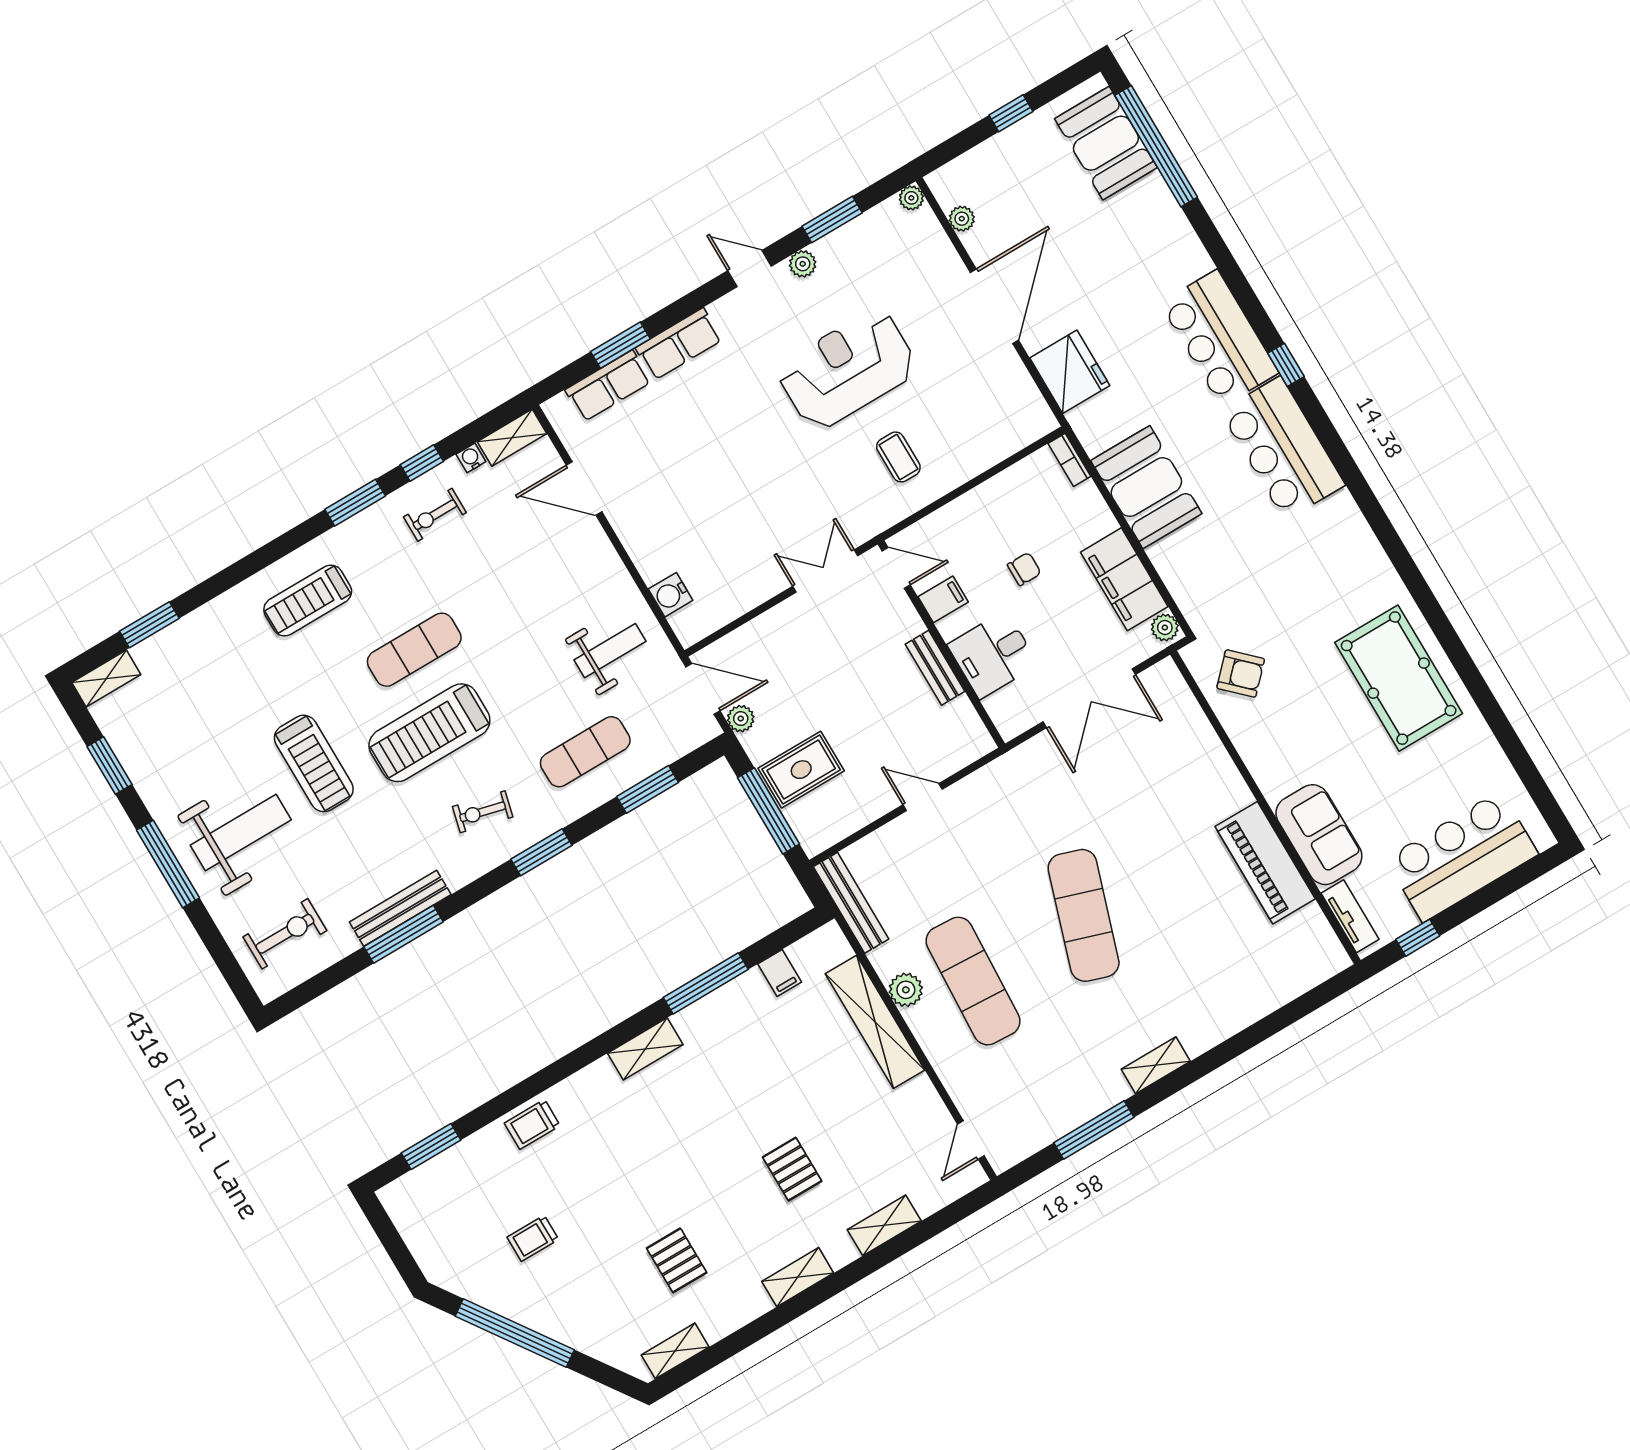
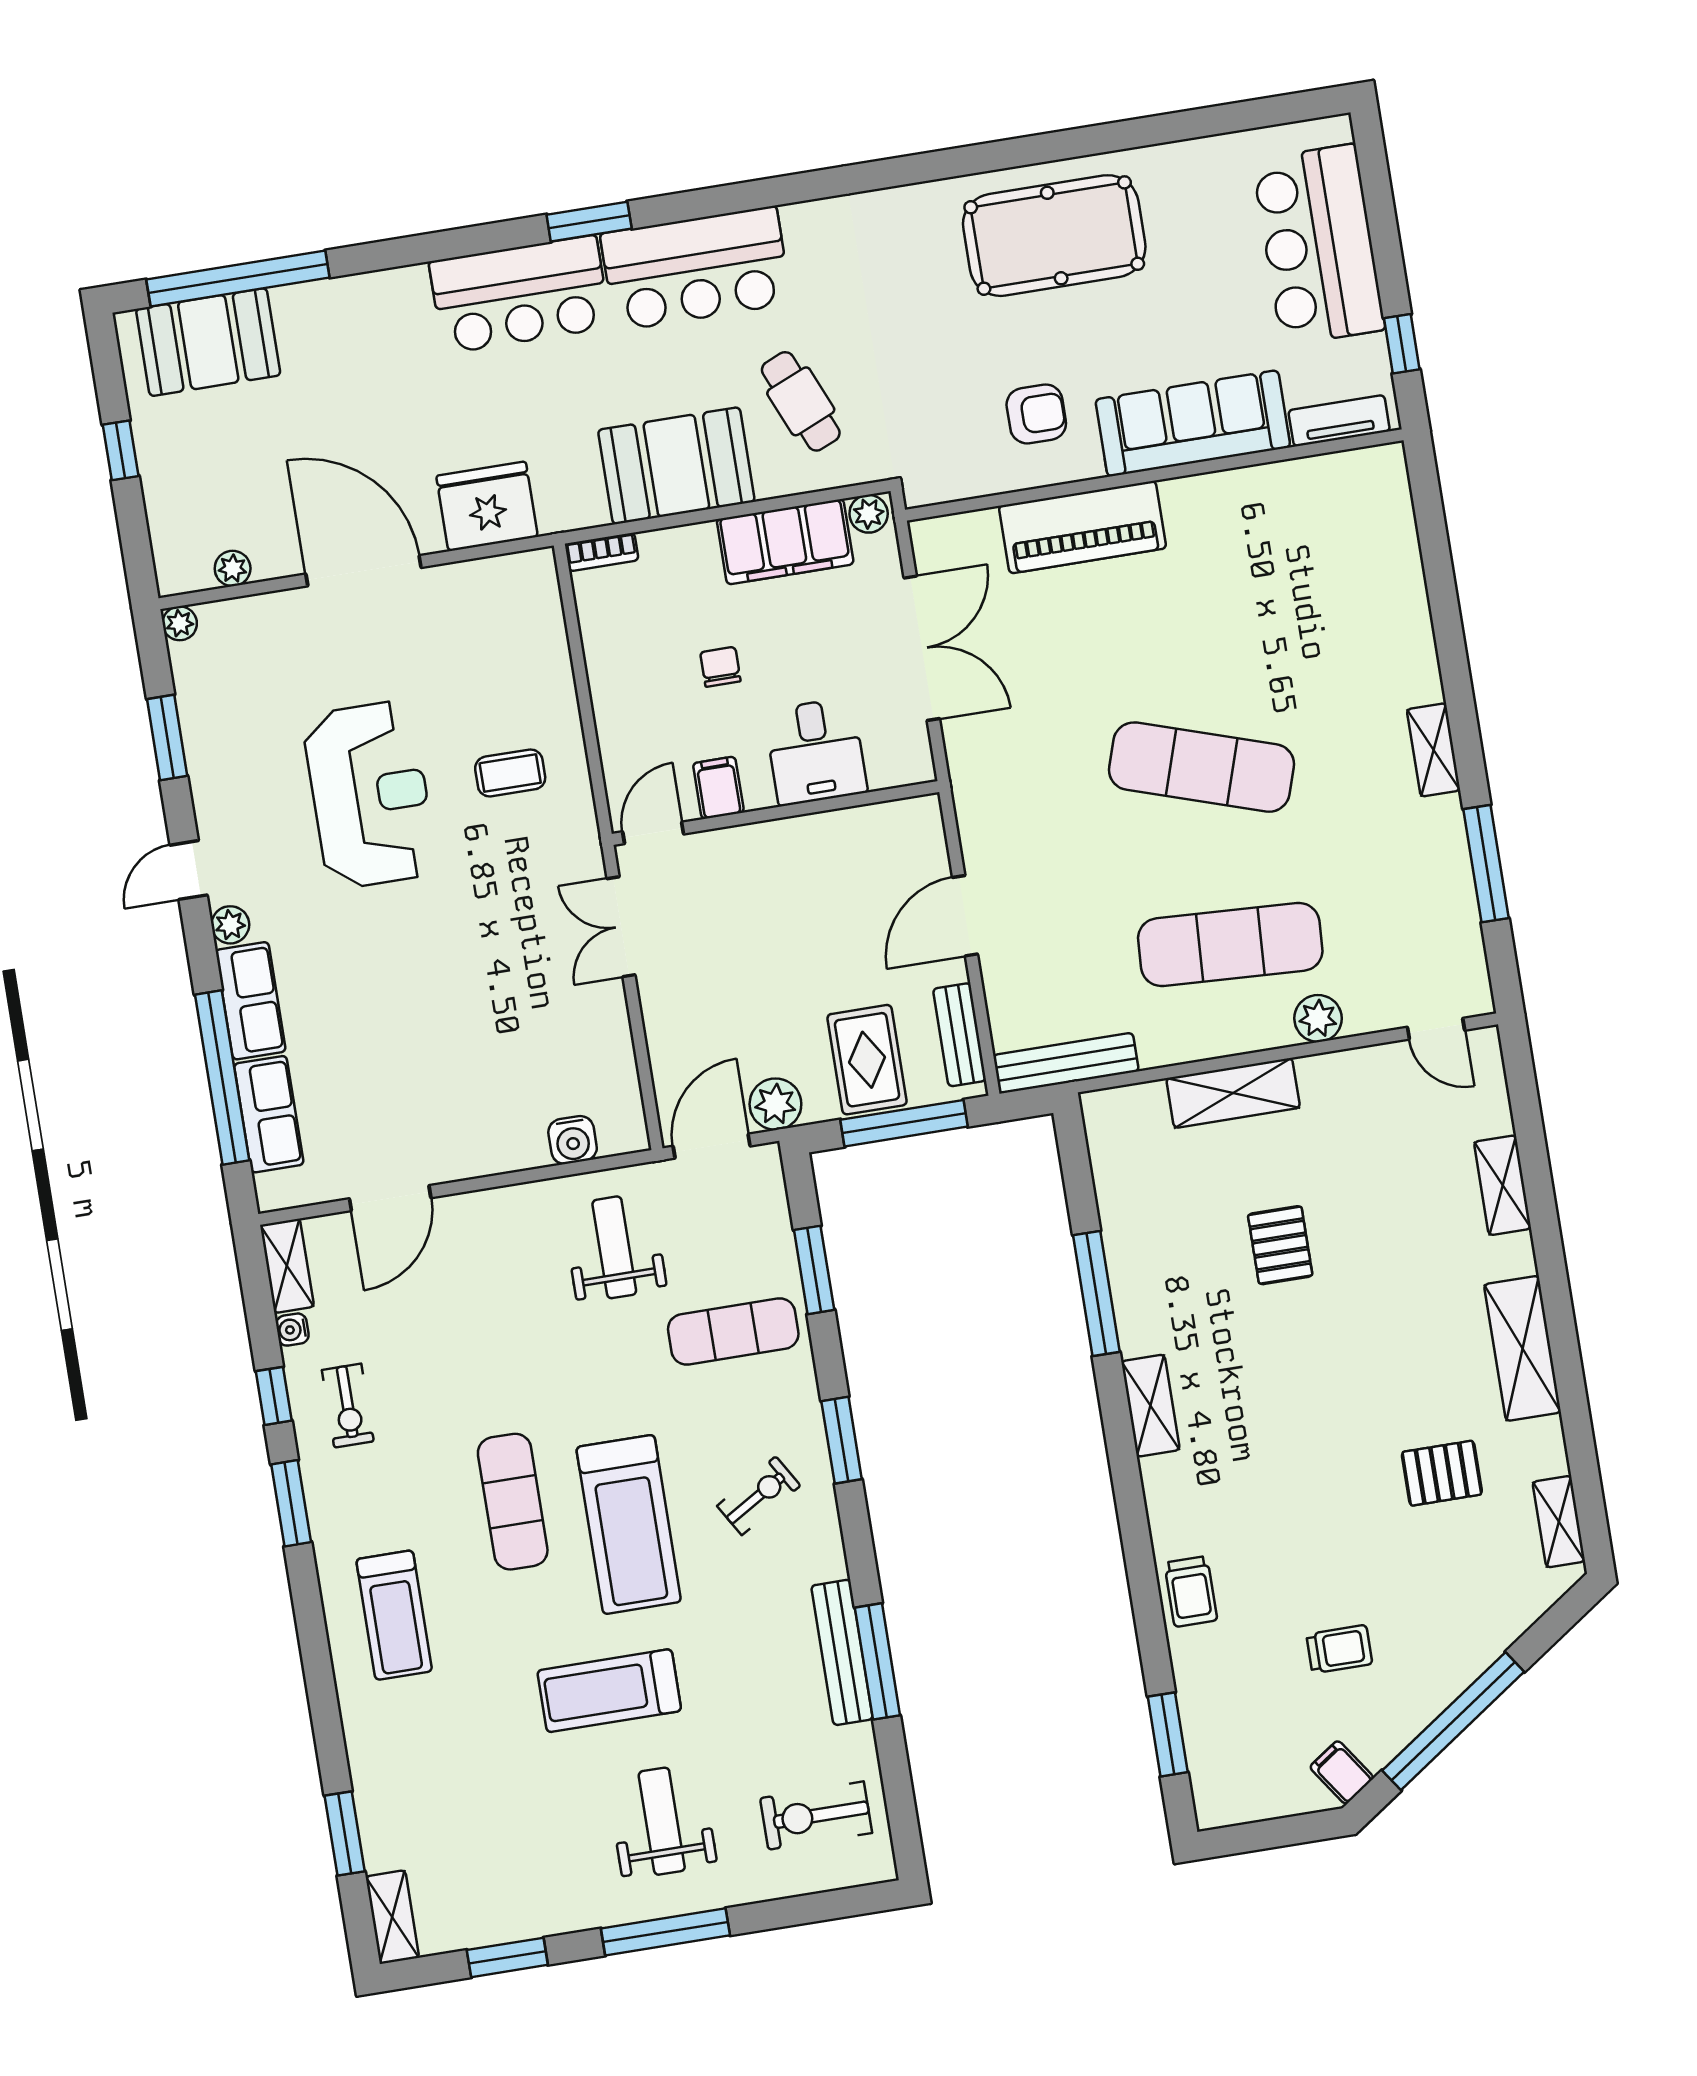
plant: (803, 264) -> (230, 925), moved
window: (620, 345) -> (222, 1077), width x2.11
window: (1286, 365) -> (589, 222), width x1.50
reception desk: (847, 369) -> (370, 795), turned 180
cafe table: (1222, 553) -> (801, 401), added
bench: (935, 668) -> (960, 1035), moved, turned 90
armchair: (1241, 674) -> (1036, 414), moved, turned 46
plant: (741, 719) -> (775, 1104), width x1.38, depth x1.38
exercise mat: (585, 752) -> (733, 1331), turned 90
treadmill: (314, 763) -> (609, 1691), turned 180
door: (923, 797) -> (965, 916), width x1.38
exercise bike: (483, 812) -> (759, 1496), turned -135
weight bench: (241, 833) -> (662, 1821), width x0.73, depth x0.75
sofa: (1319, 835) -> (1193, 423), width x1.36
piano: (1265, 863) -> (1082, 527), moved
exercise bike: (285, 934) -> (816, 1816), turned -90
filing cabinet: (780, 973) -> (1342, 1772), moved, turned -125
plant: (906, 990) -> (1318, 1018), moved
shelving: (875, 1022) -> (1233, 1093), width x0.68
pallet: (792, 1169) -> (1280, 1245), moved, turned 90
trolley: (533, 1238) -> (1339, 1649), turned -90
shelving: (798, 1277) -> (1522, 1348), width x1.50, depth x1.33

